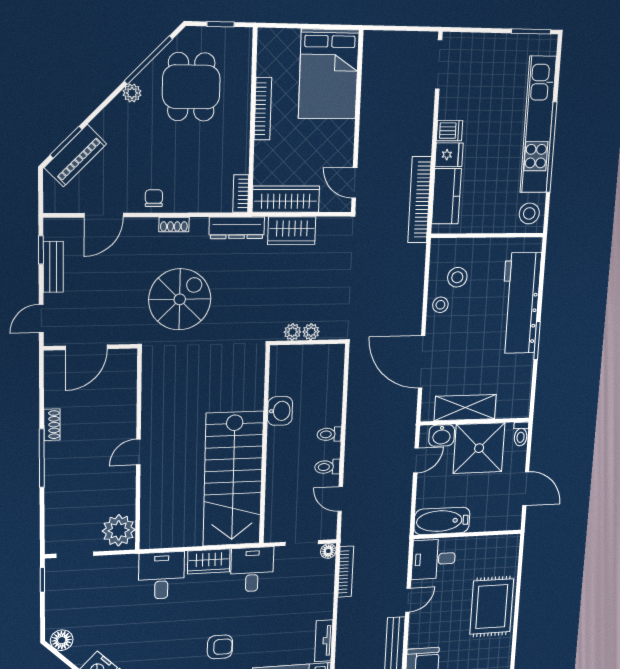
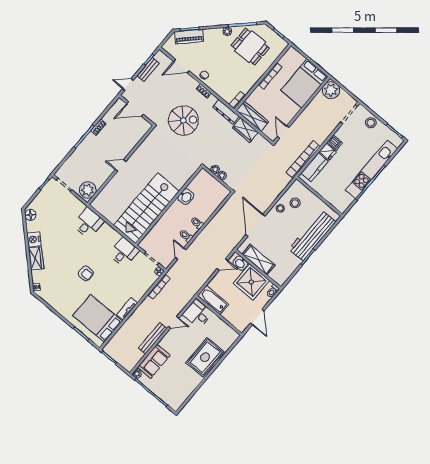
plant: (380, 49) -> (331, 90), added
dining table: (191, 87) -> (250, 47), turned 90
stool: (529, 213) -> (371, 123), moved
wardrobe: (209, 561) -> (110, 233), removed

